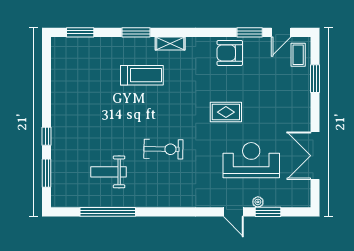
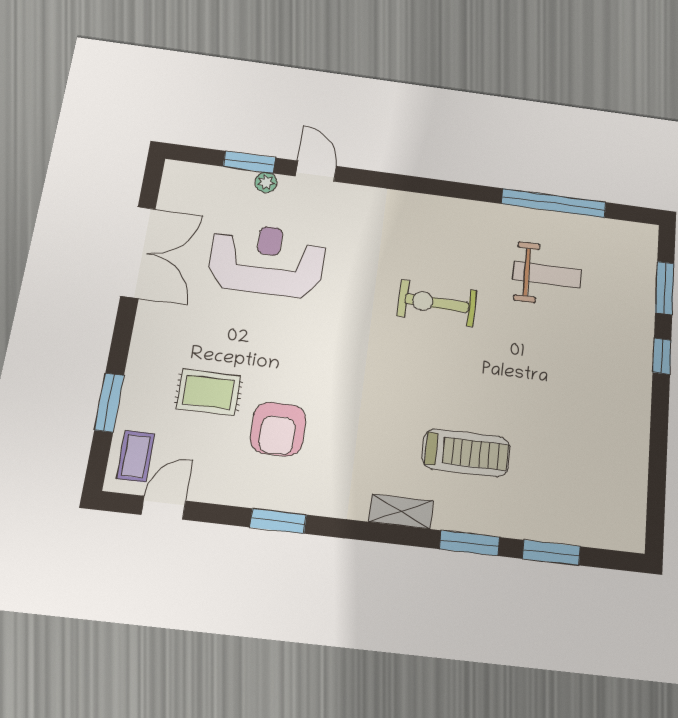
window: (80, 32) -> (551, 553), moved
window: (250, 32) -> (278, 521), moved
armchair: (230, 53) -> (278, 429), moved, turned 90
treadmill: (142, 75) -> (466, 453), turned 180
rug: (226, 112) -> (208, 392), moved
reception desk: (251, 160) -> (267, 260), turned 180

